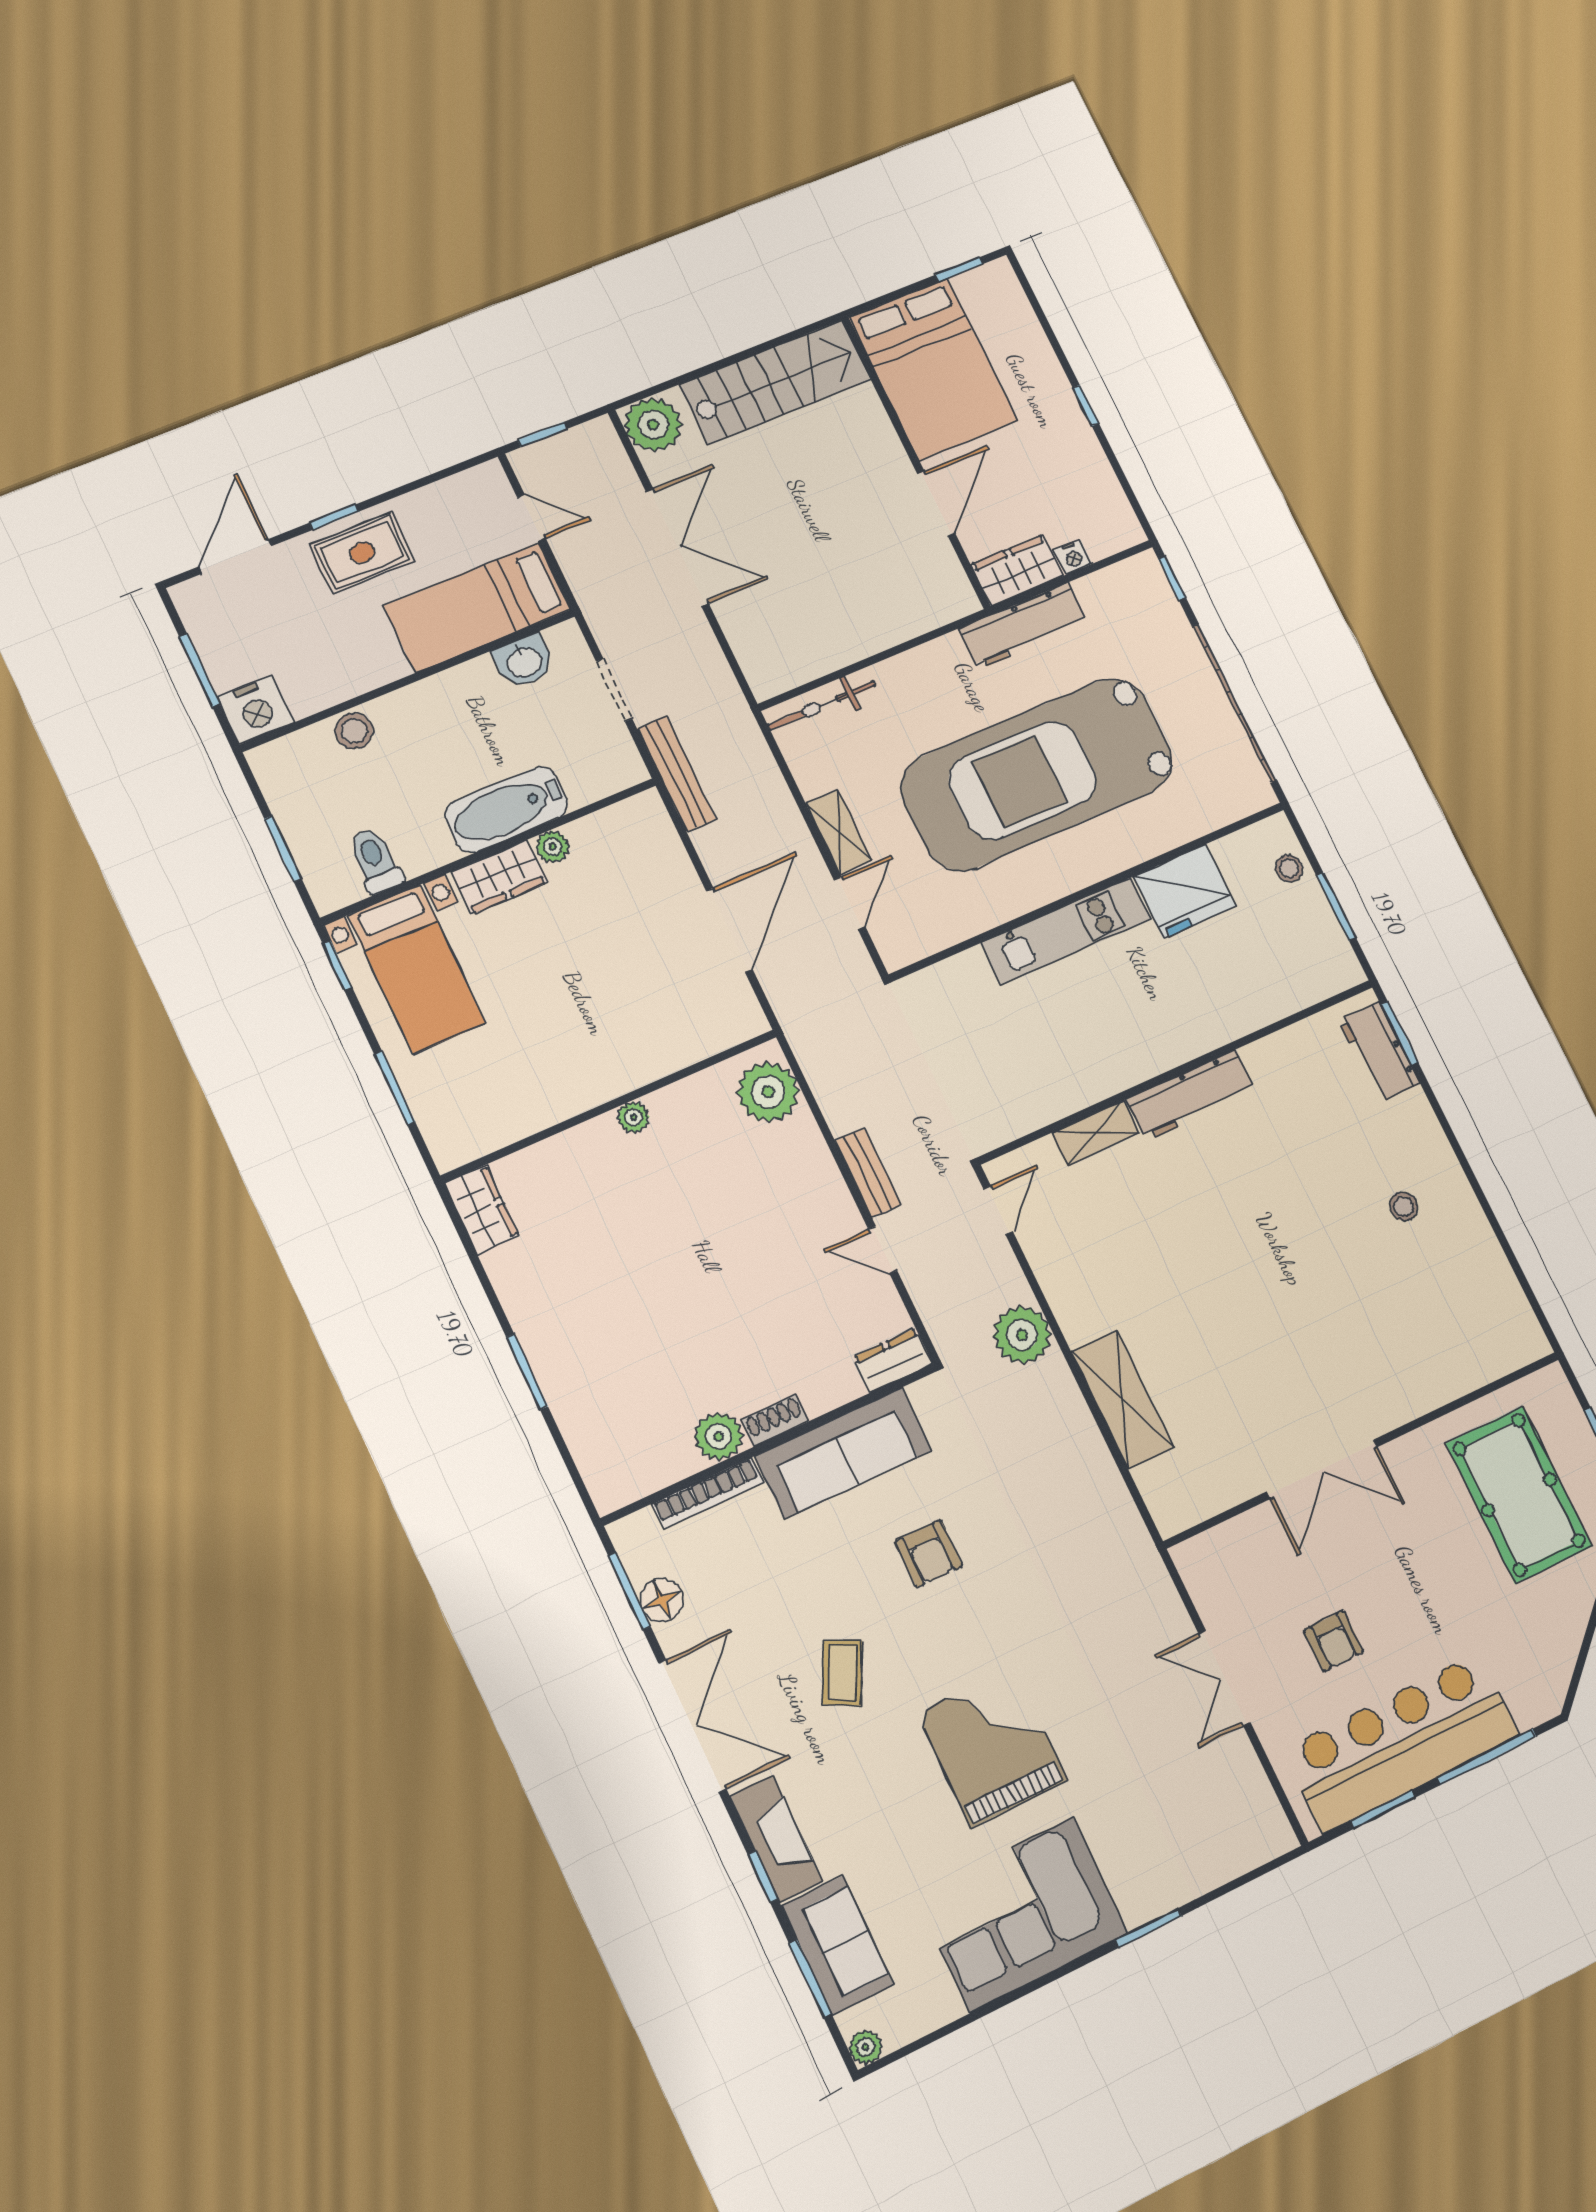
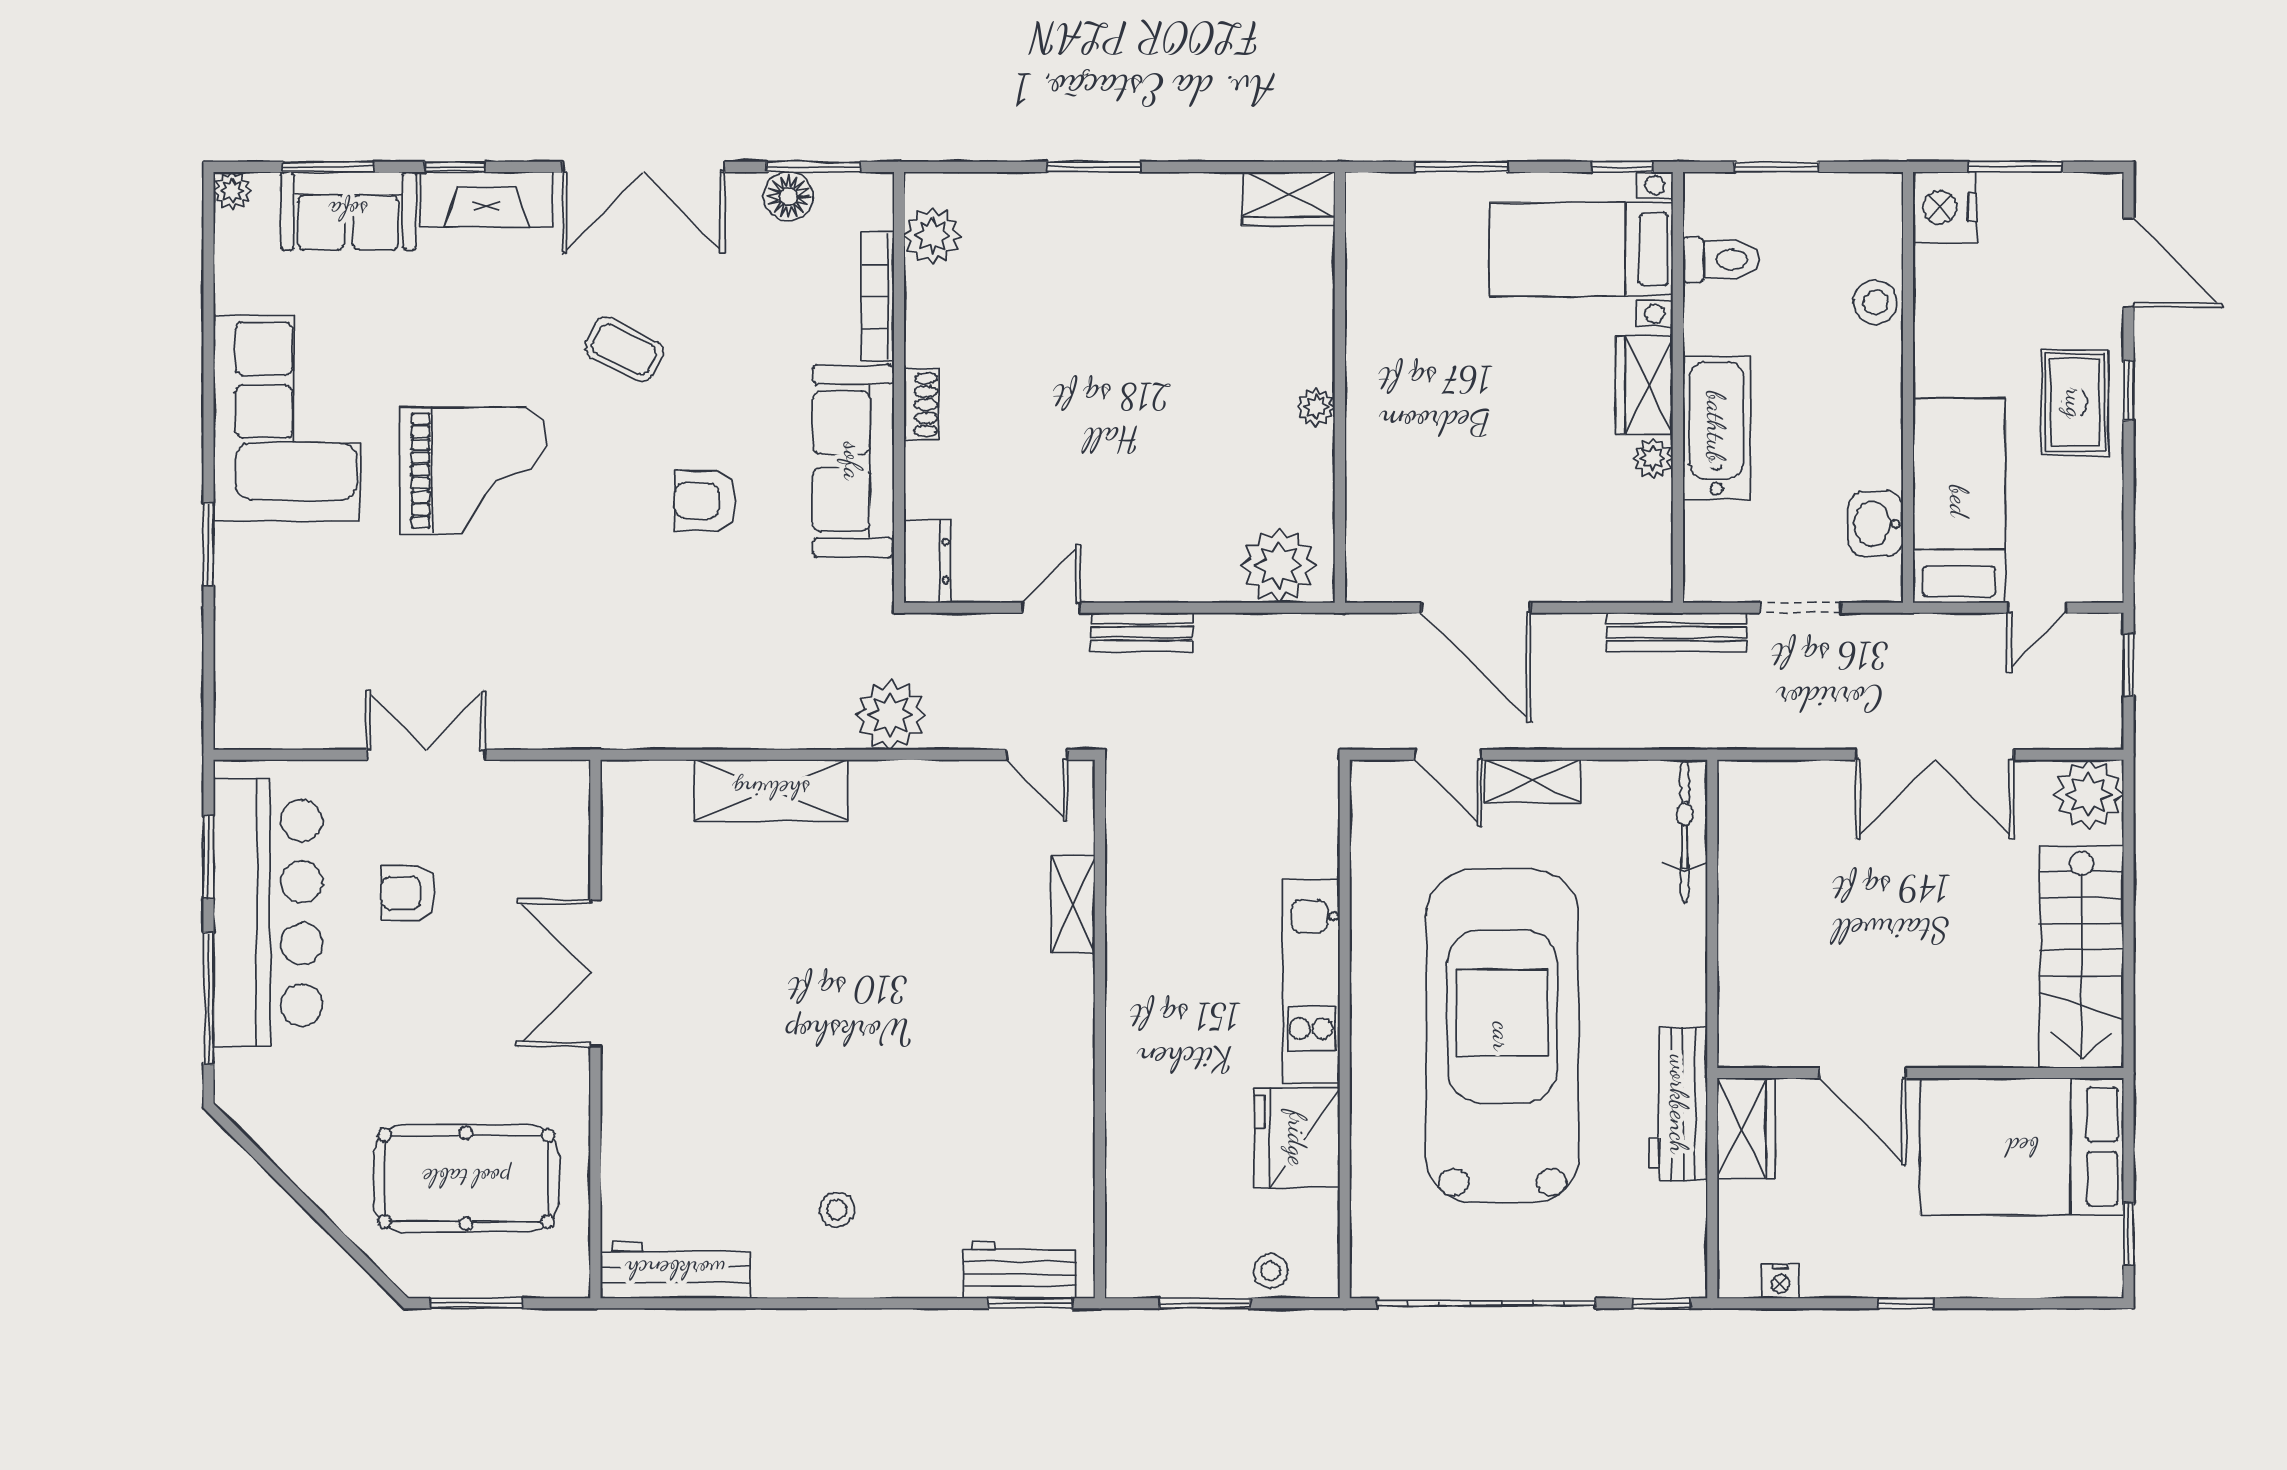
nightstand: (1073, 557) -> (1780, 1281), moved, turned -90
workbench: (1191, 1095) -> (675, 1270), moved, turned 90
plant: (719, 1436) -> (932, 236), moved

